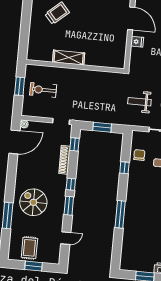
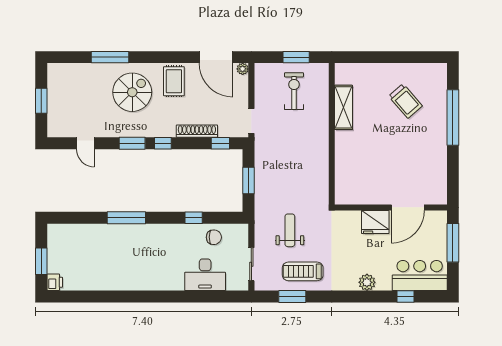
fridge: (137, 42) -> (375, 222), width x1.88, depth x1.34
shelving: (69, 58) -> (344, 107), moved
rug: (29, 248) -> (174, 81), moved, turned 90

